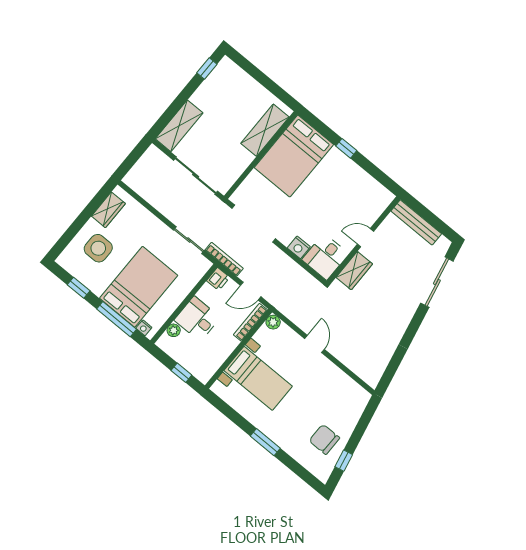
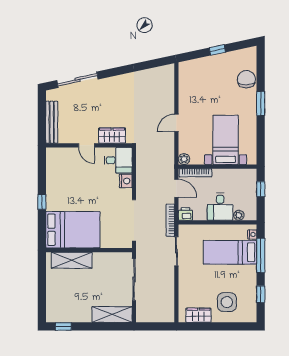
bed: (139, 287) -> (230, 252), width x0.67
chair: (324, 439) -> (246, 79), moved, turned 180
window: (344, 461) -> (217, 50), moved

